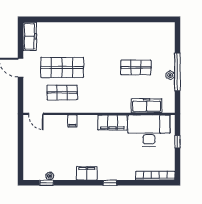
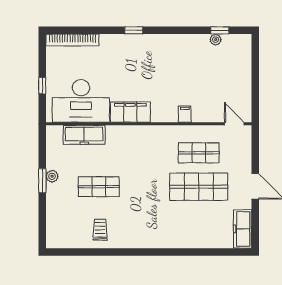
trolley: (135, 36) -> (100, 230), added
window: (177, 72) -> (42, 181), width x0.47
filing cabinet: (87, 173) -> (165, 43), removed

